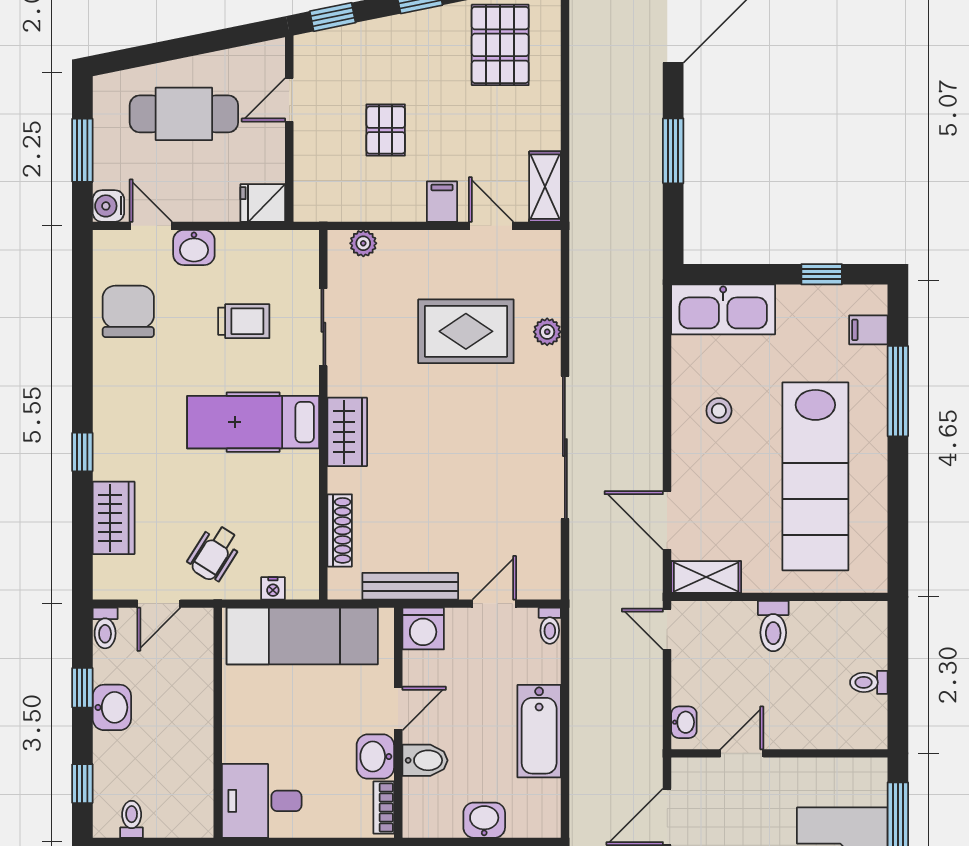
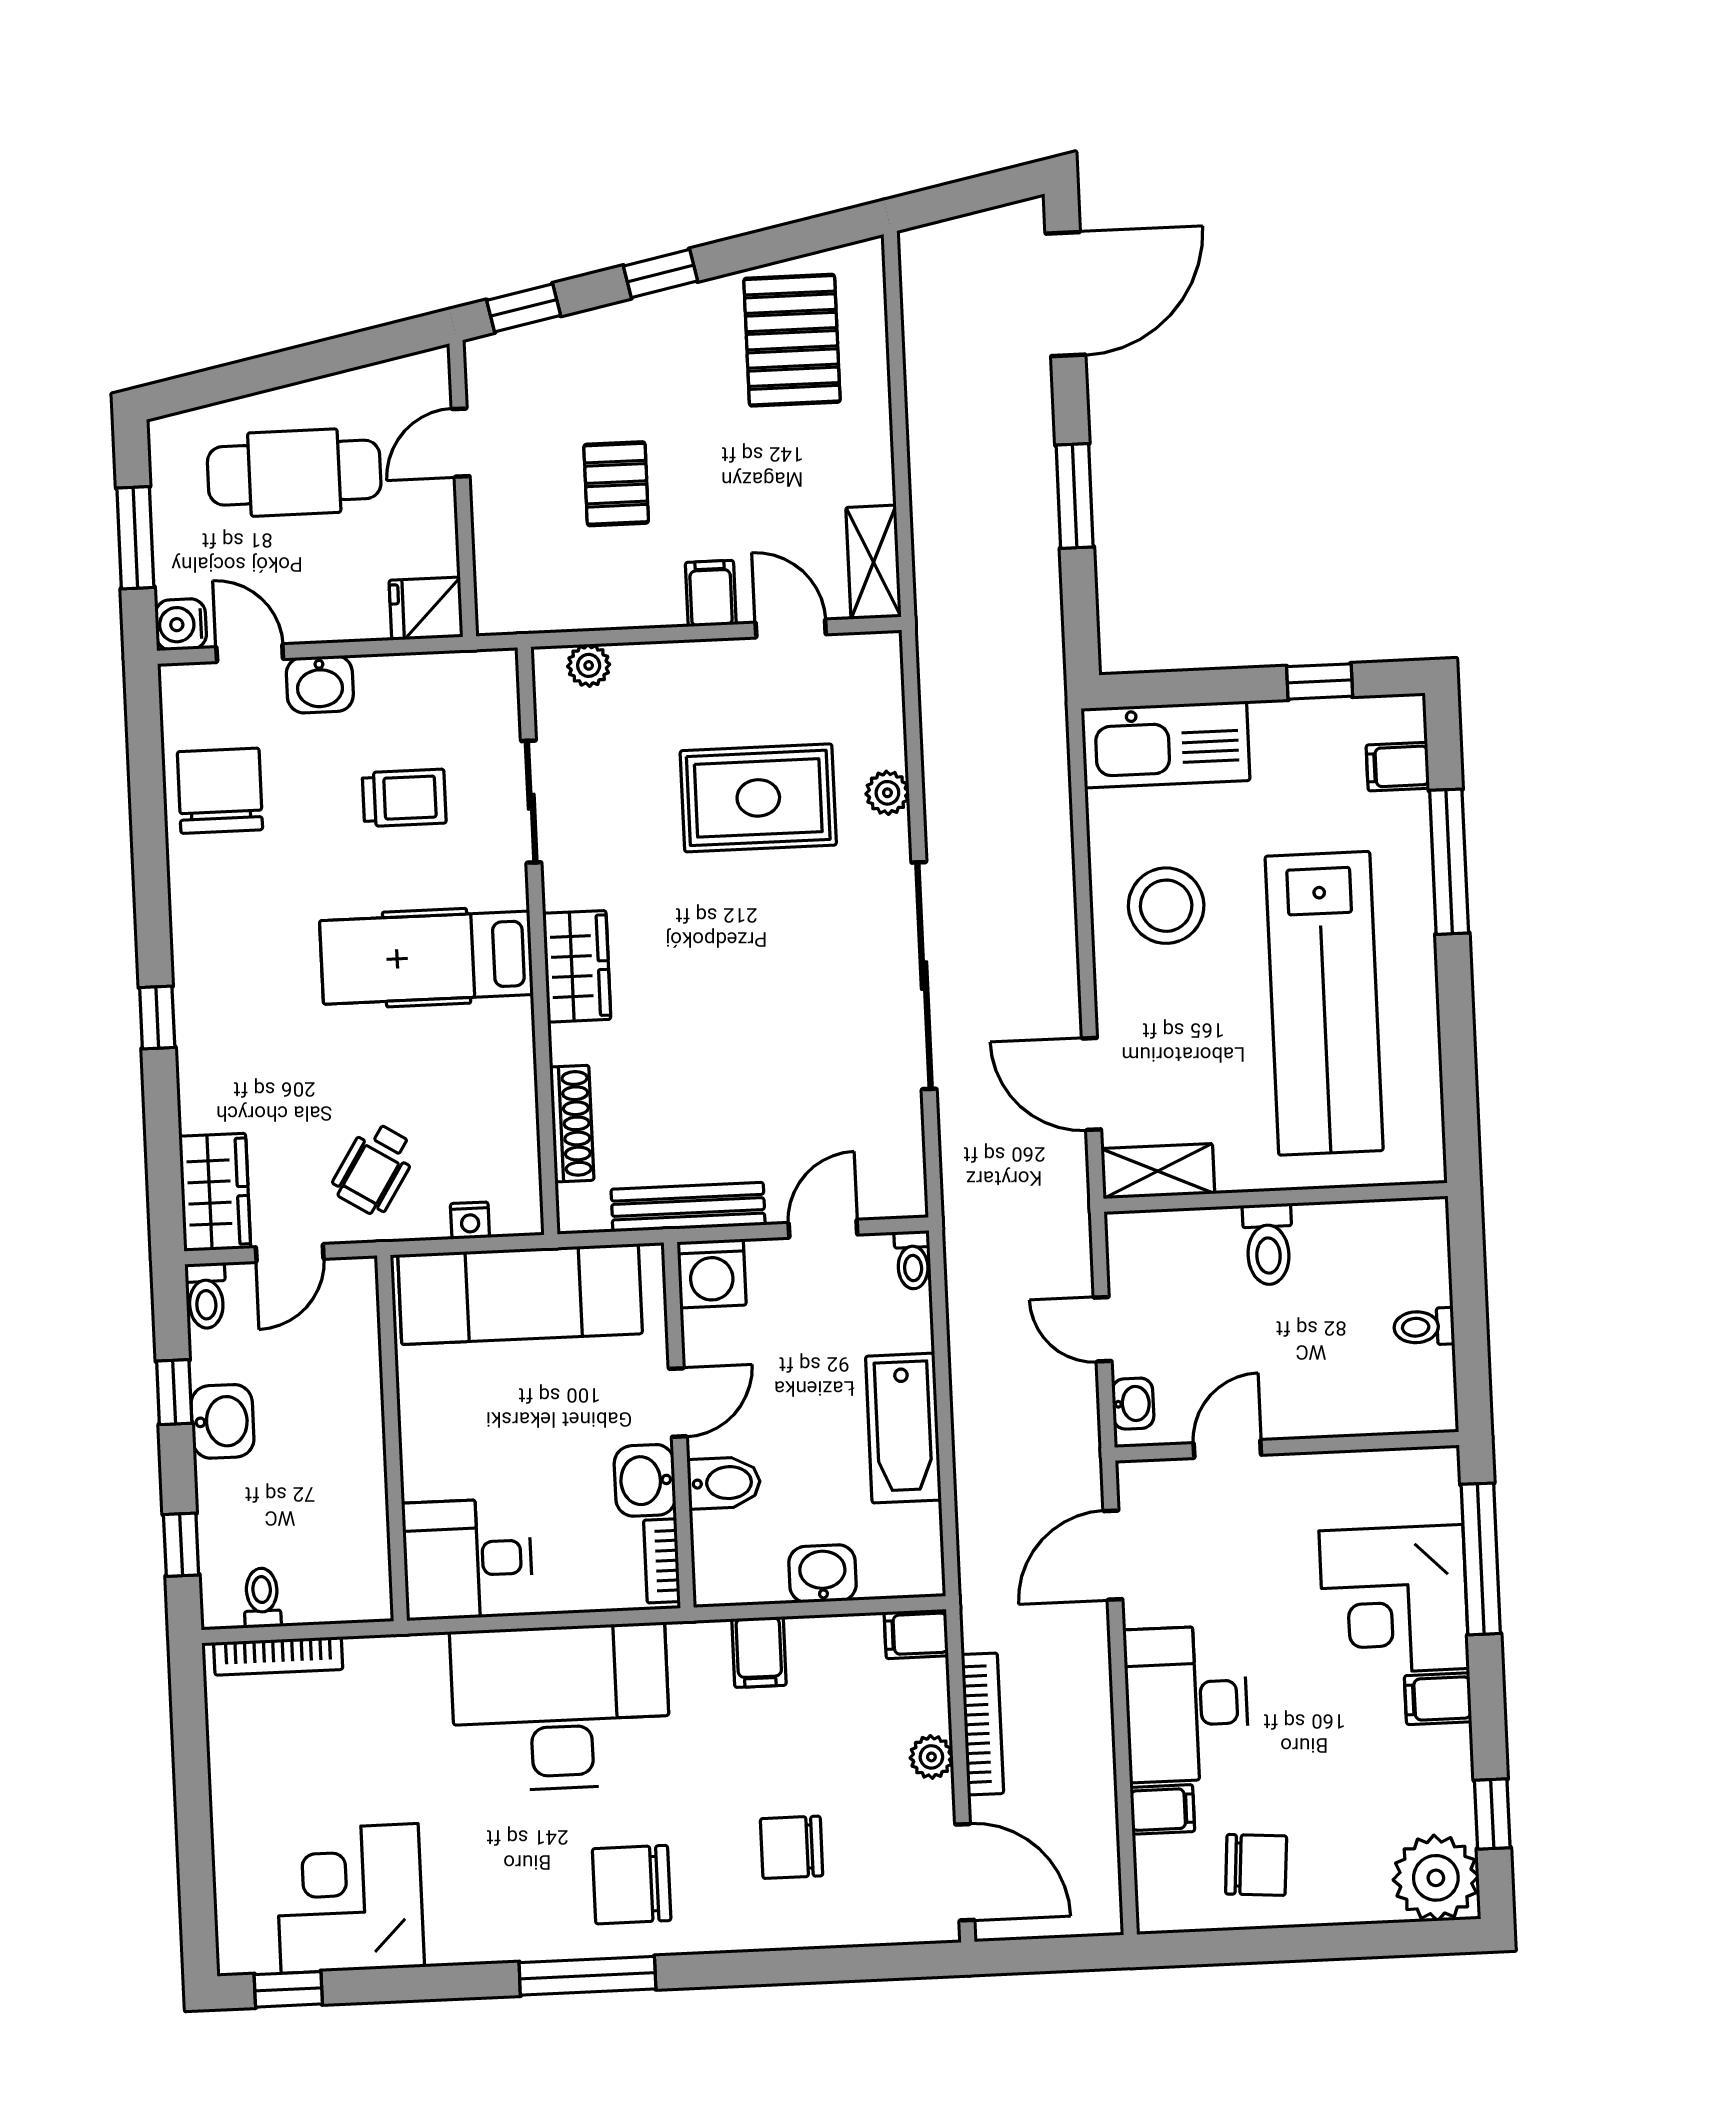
stool: (719, 411) -> (1166, 906), width x1.89, depth x1.89
wardrobe: (114, 518) -> (215, 1192), moved
door: (667, 629) -> (1103, 1329), moved

